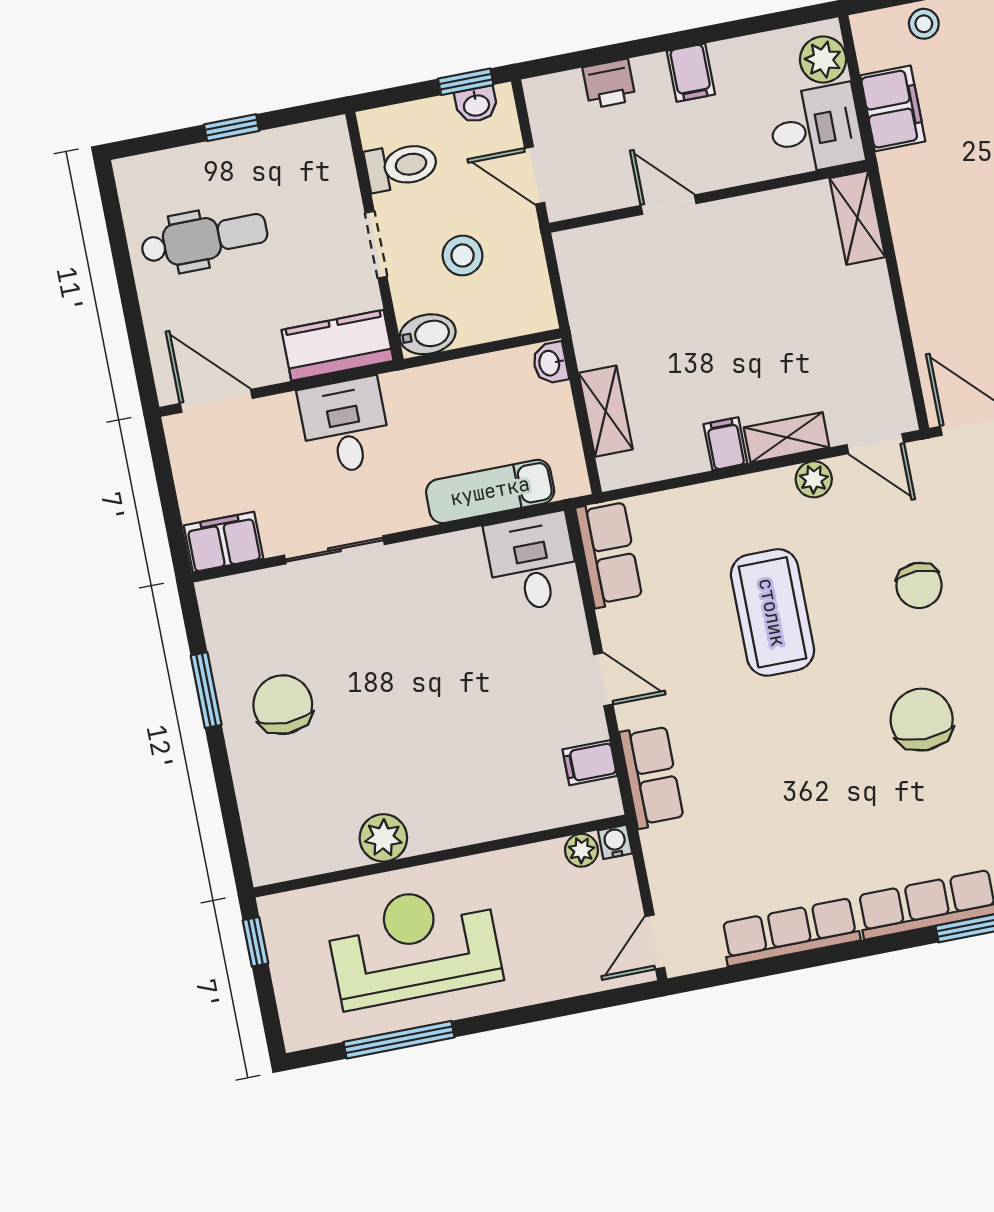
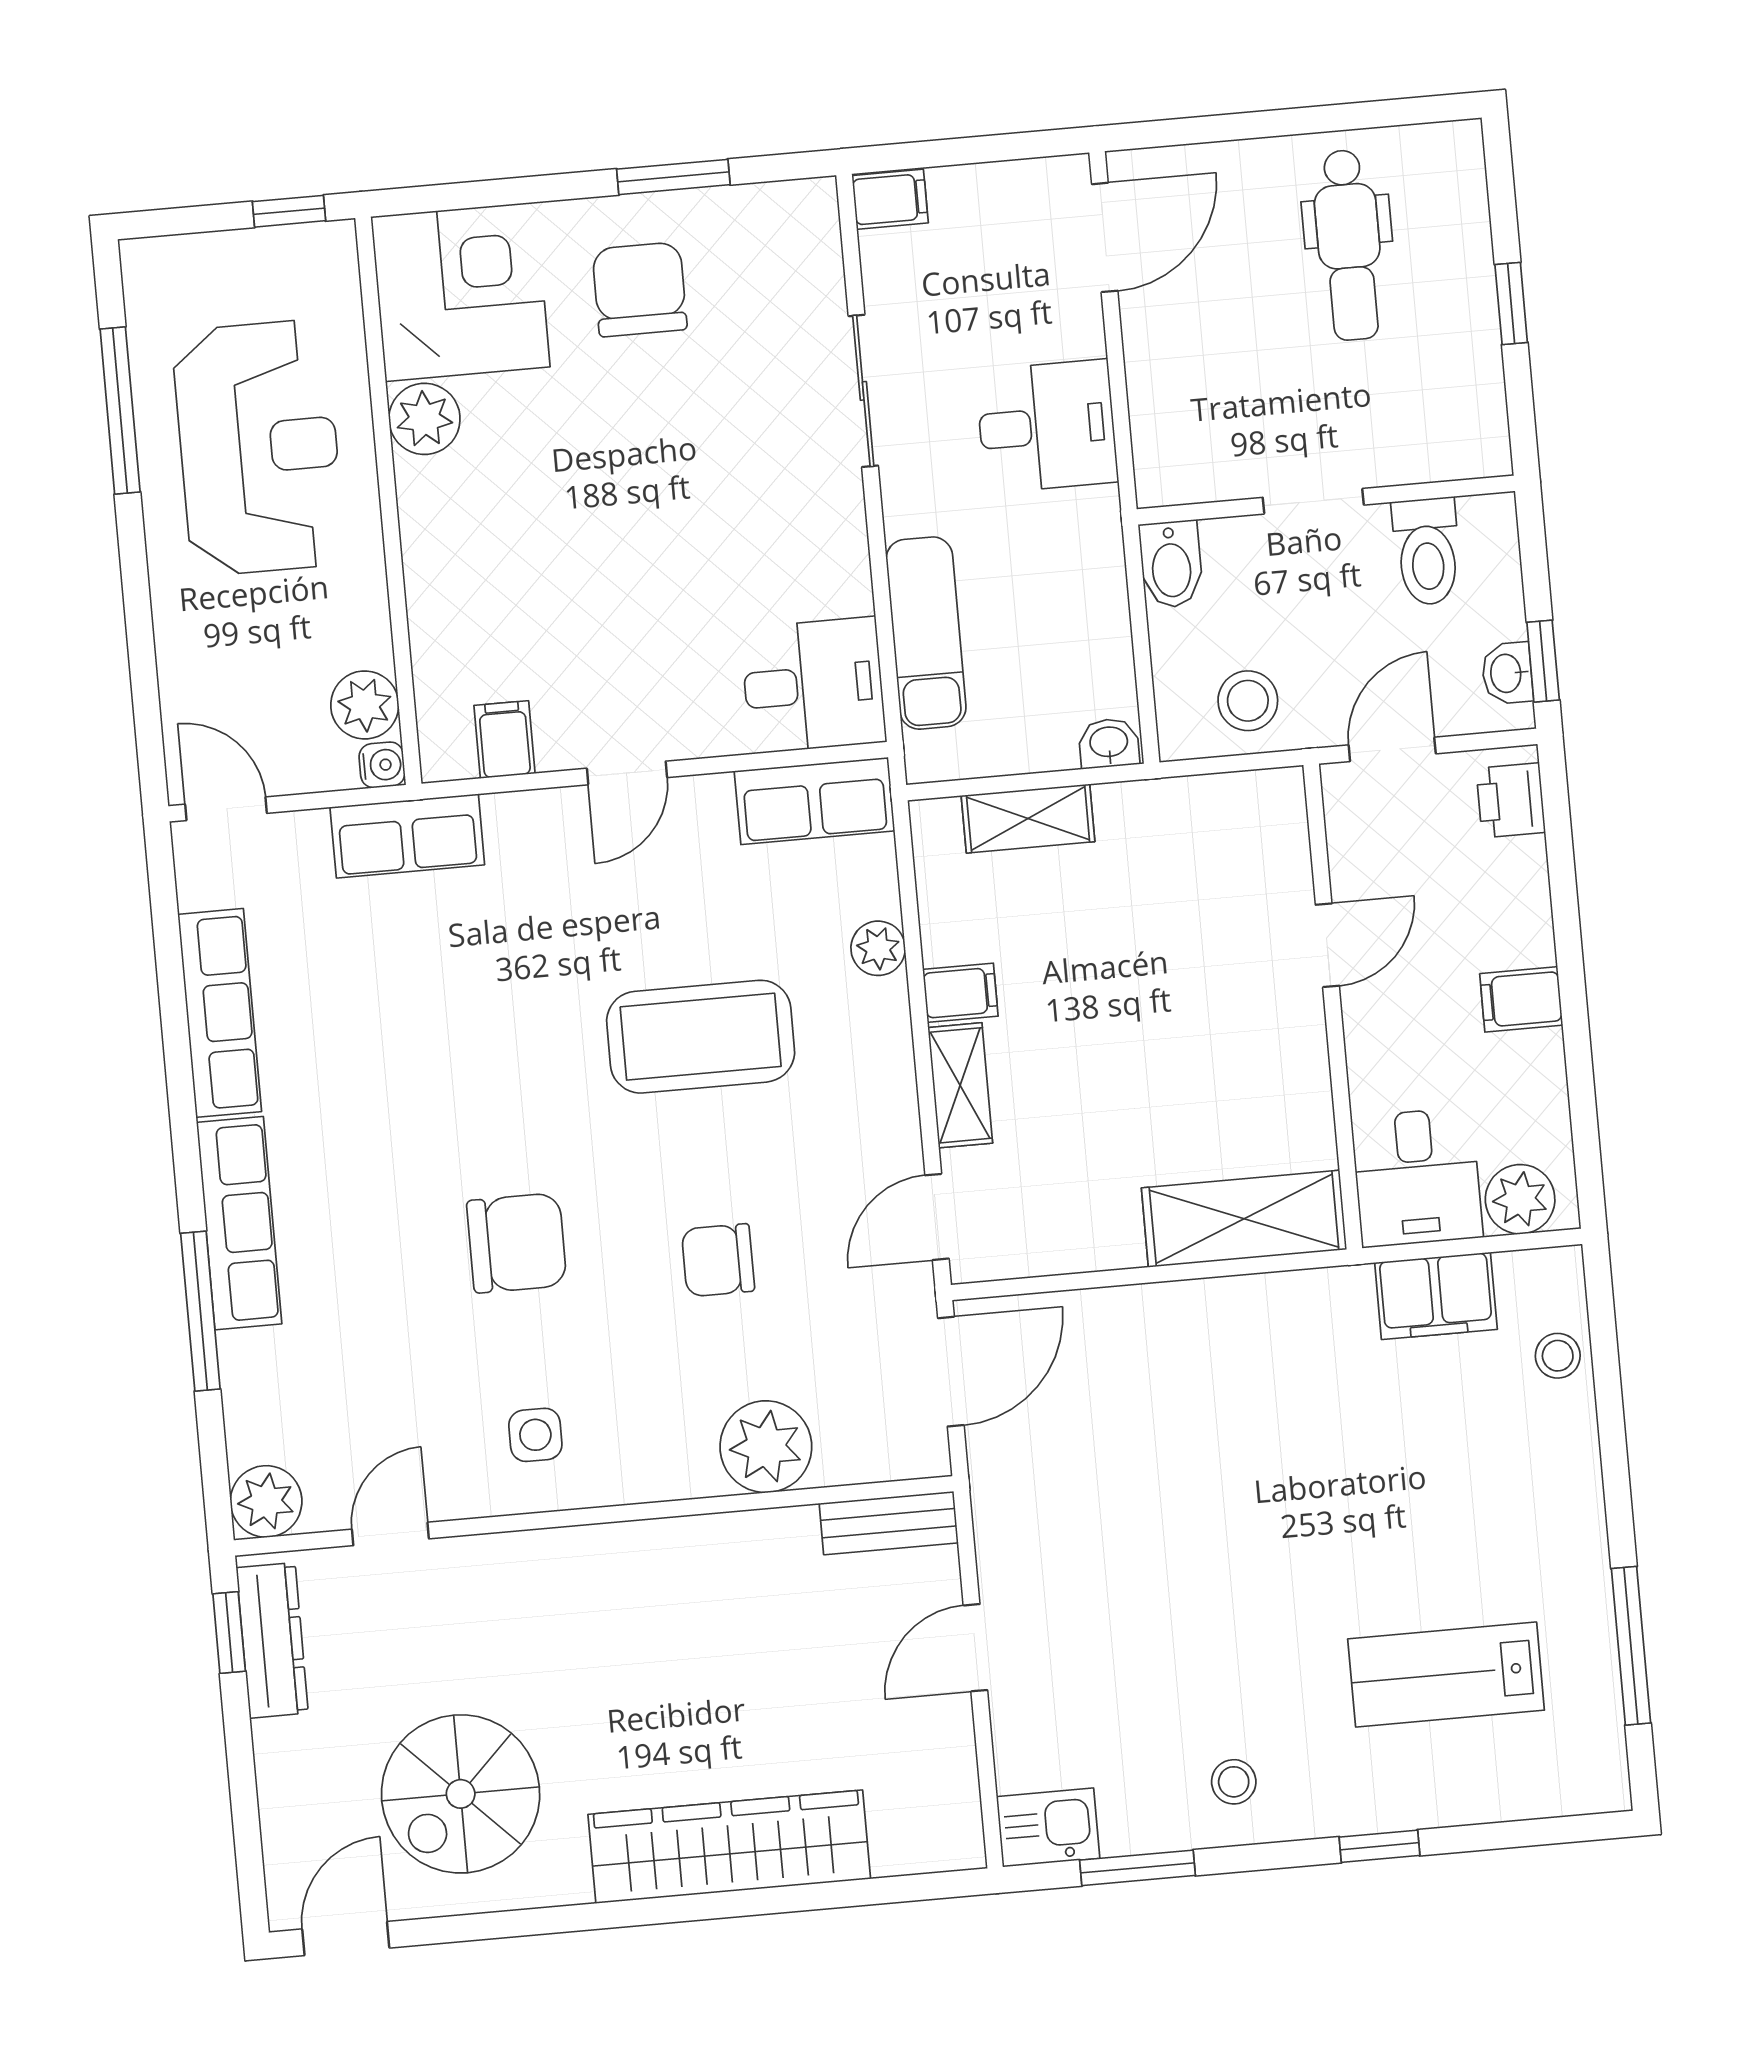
printer: (609, 84) -> (1511, 800), moved
shelving: (857, 218) -> (1244, 1219), width x1.50, depth x1.33
stool: (463, 255) -> (1248, 701), moved
kitchen counter: (338, 345) -> (1169, 428), removed
plant: (814, 479) -> (878, 948), moved
filing cabinet: (223, 542) -> (890, 199), width x0.50
chair: (283, 705) -> (640, 289), turned -90
row of seats: (652, 776) -> (407, 836), moved
corner desk: (297, 823) -> (460, 292), added
plant: (581, 850) -> (365, 705), width x1.38, depth x1.38

